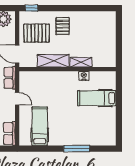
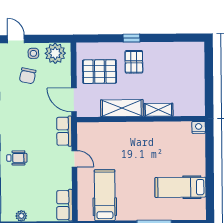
window: (32, 8) -> (131, 38), moved
nightstand: (84, 76) -> (199, 127), moved
hospital bed: (97, 98) -> (180, 187), moved

